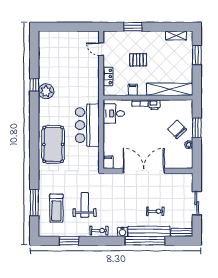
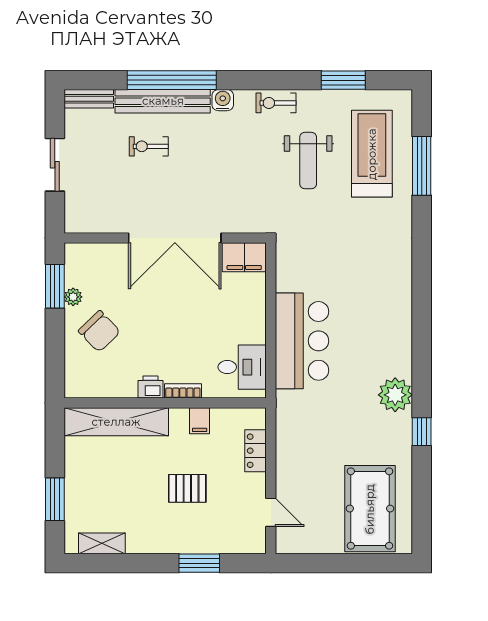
plant: (46, 91) -> (395, 395), moved
window: (197, 128) -> (55, 286), moved
pool table: (53, 144) -> (370, 509), moved
filing cabinet: (108, 162) -> (244, 257), width x2.00
treadmill: (56, 208) -> (372, 154), width x1.37, depth x1.38

